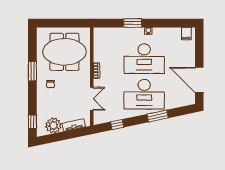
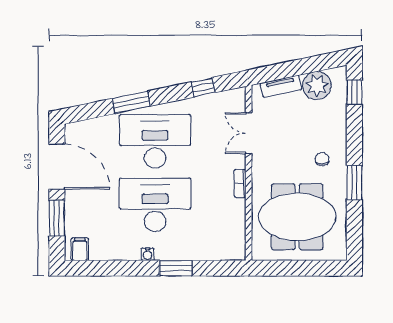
window: (199, 51) -> (57, 218), added

